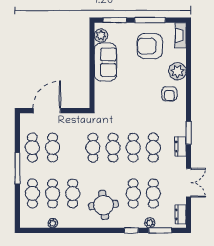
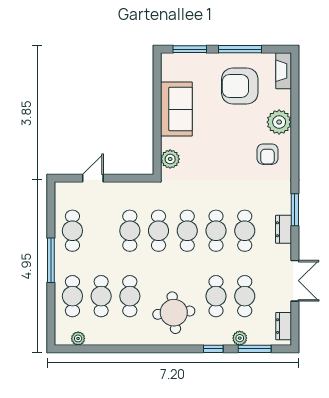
plant: (101, 35) -> (170, 159), moved
door: (47, 111) -> (93, 178), width x0.53
cafe table: (53, 148) -> (130, 231), moved
plant: (53, 223) -> (78, 338), moved

